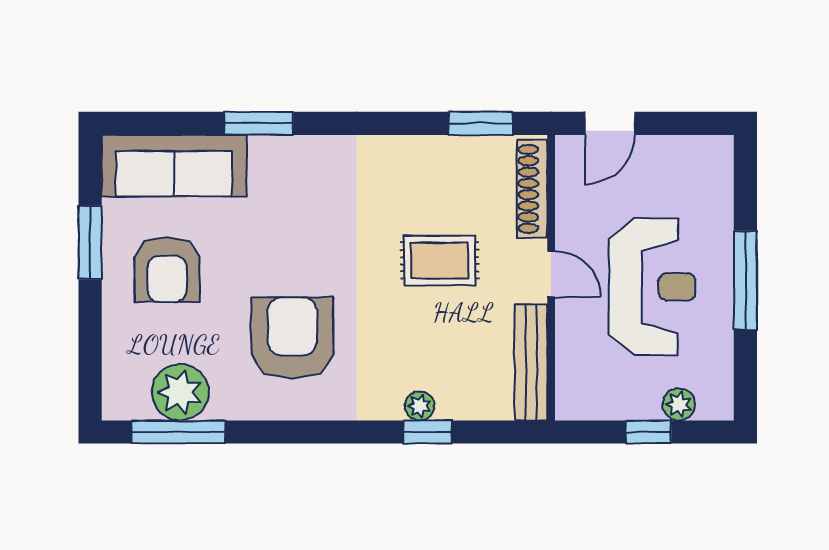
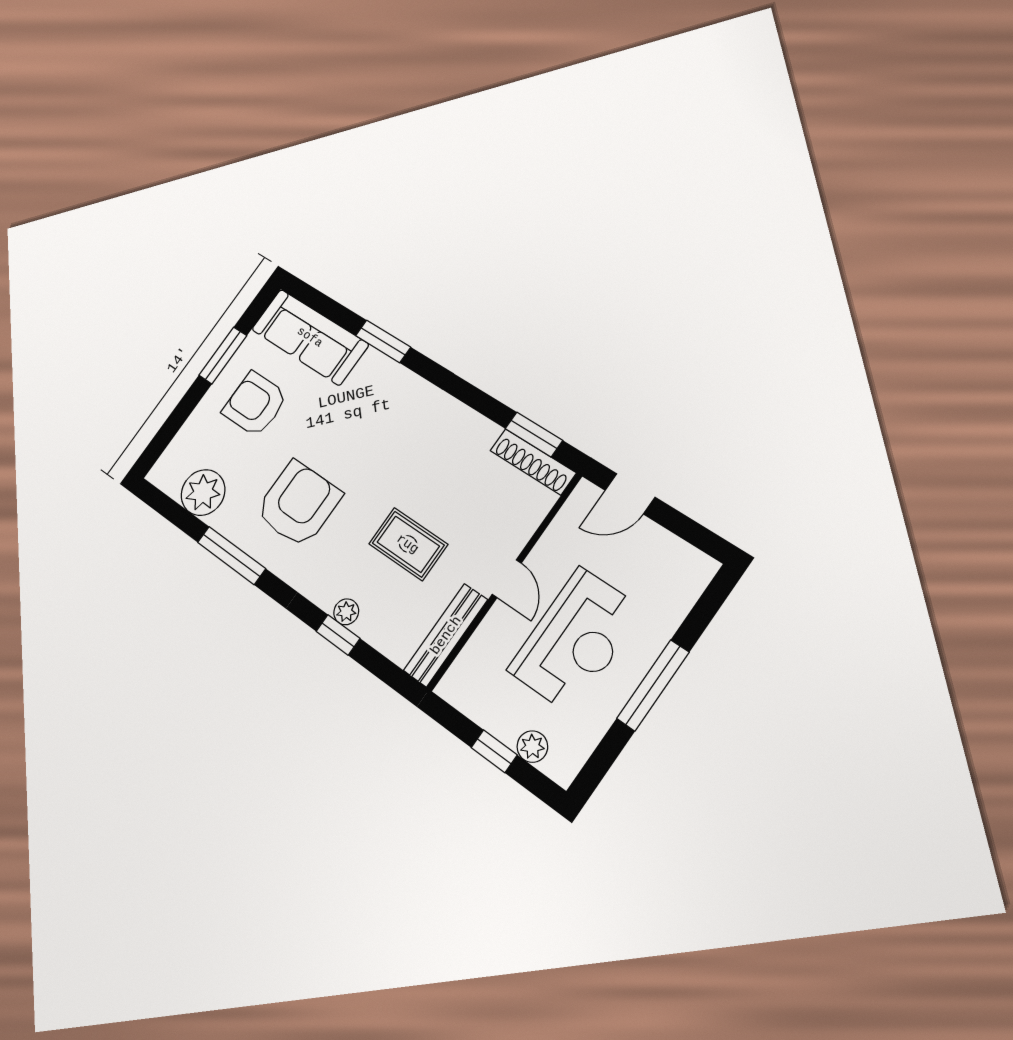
shoe rack: (532, 189) -> (533, 462), moved, turned -90
rug: (440, 261) -> (408, 544), moved
armchair: (167, 270) -> (255, 404), turned 90
window: (178, 432) -> (231, 555), moved

